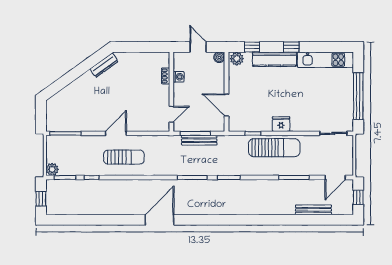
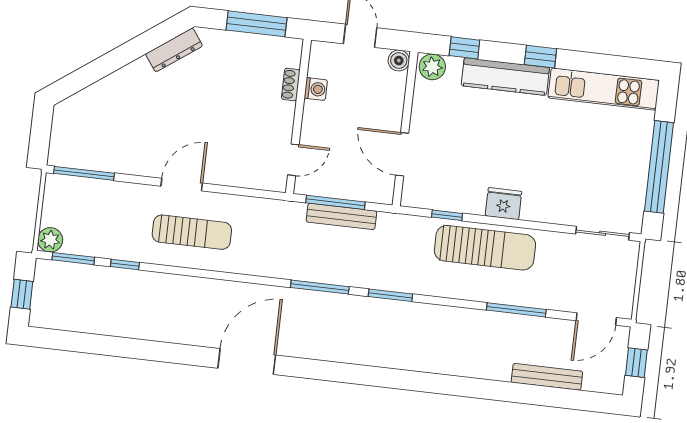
window: (145, 47) -> (256, 24), added

